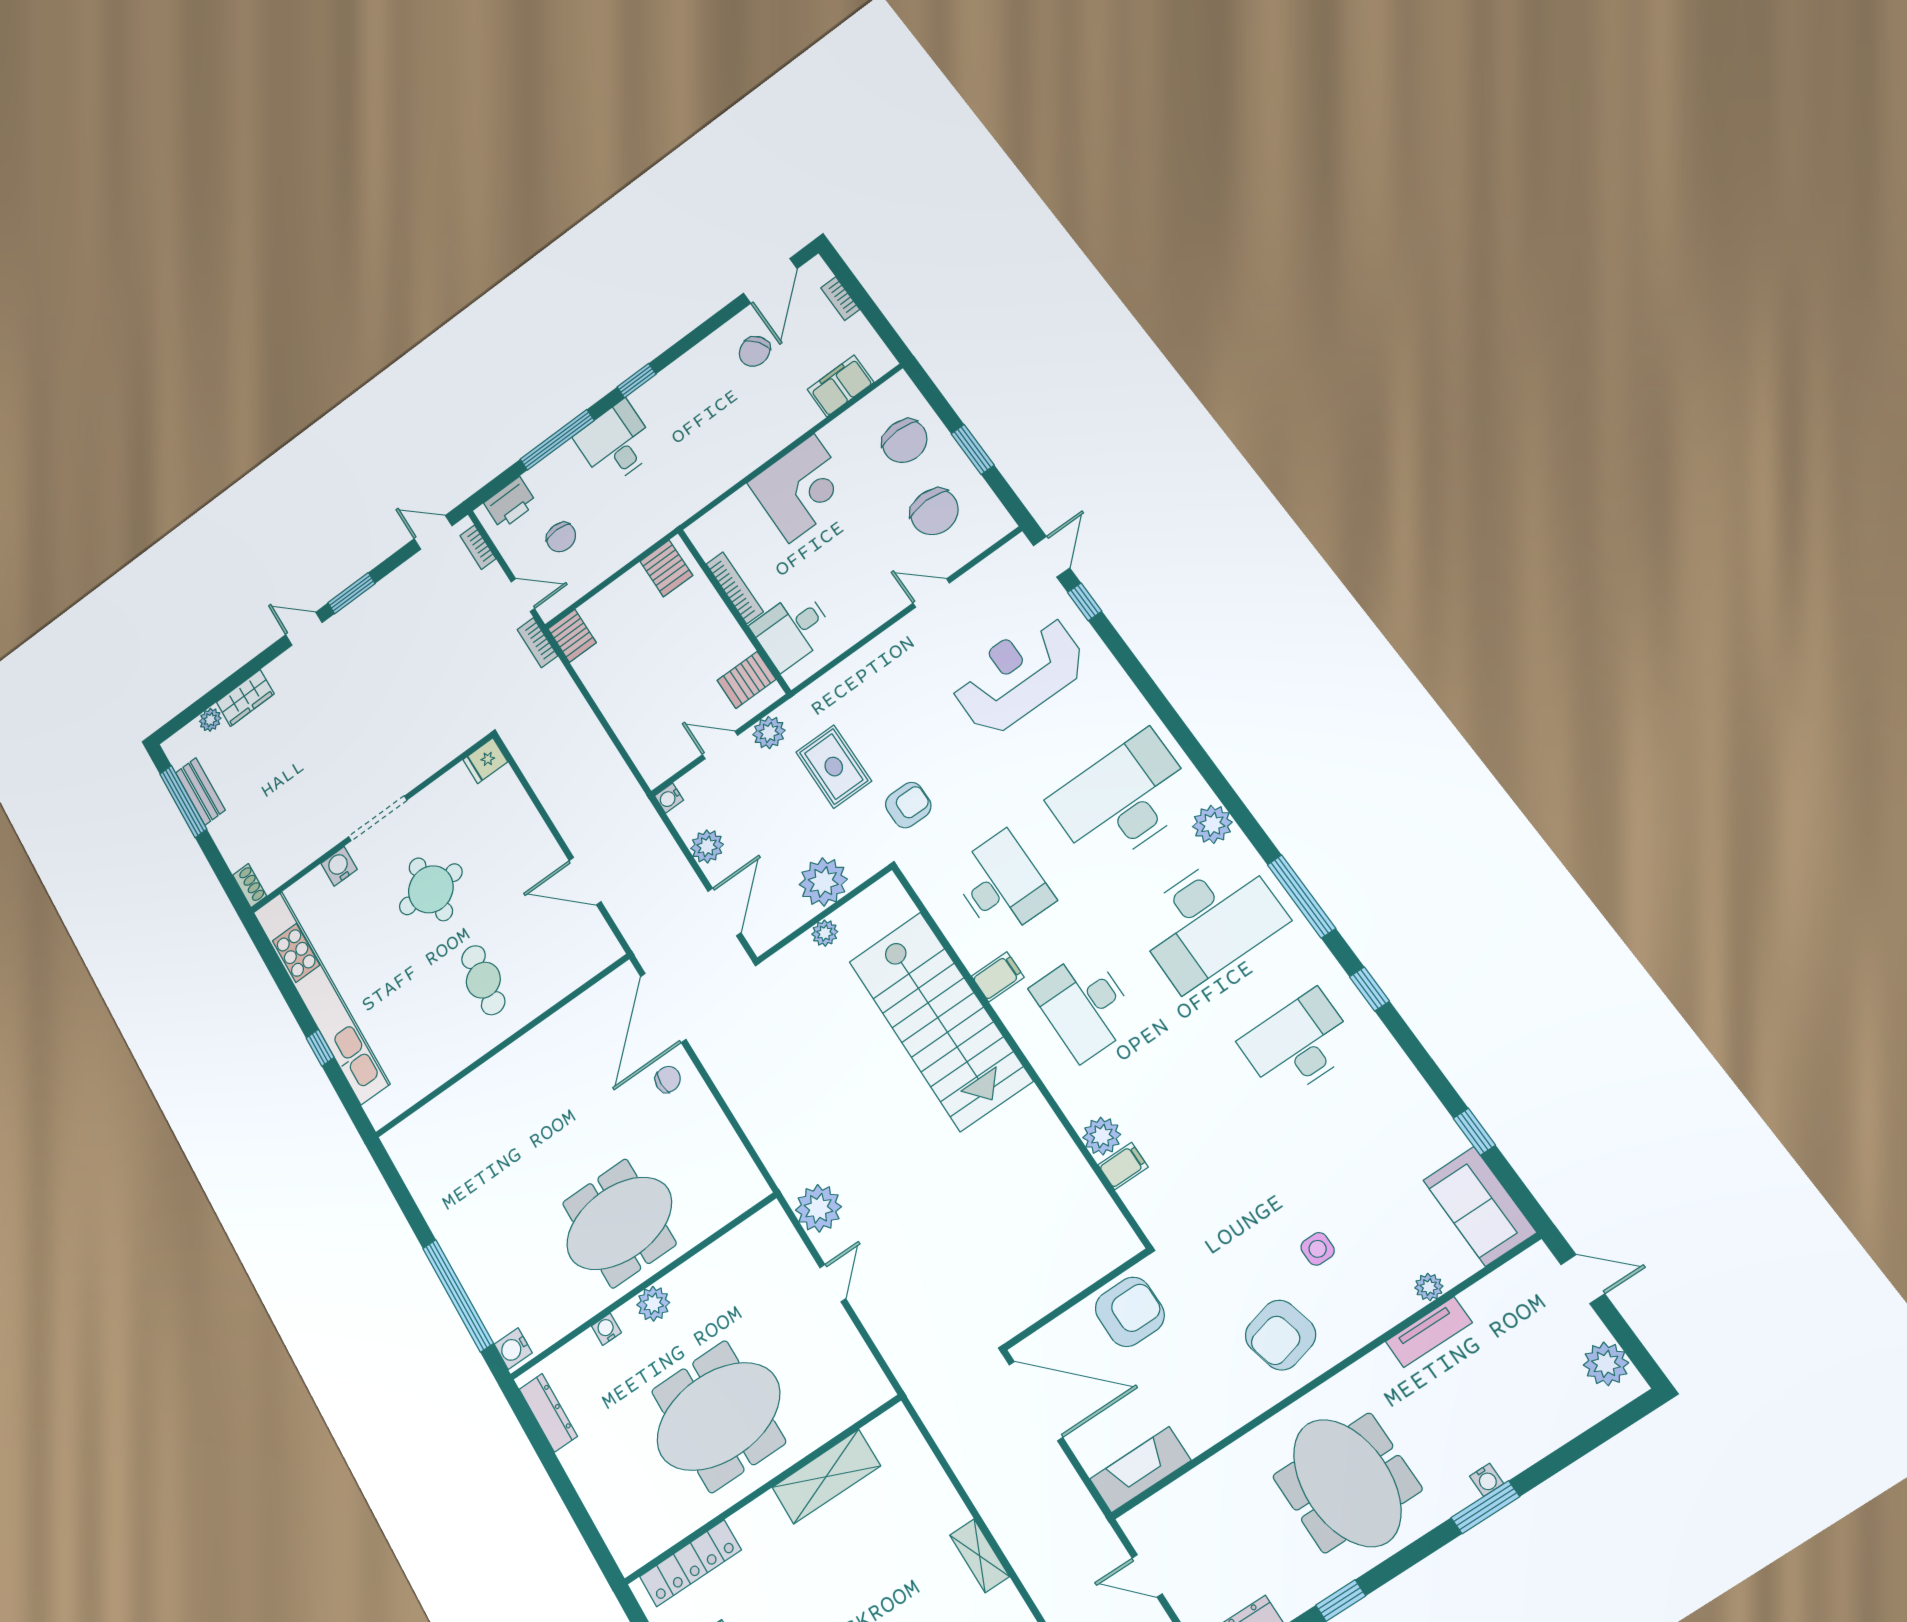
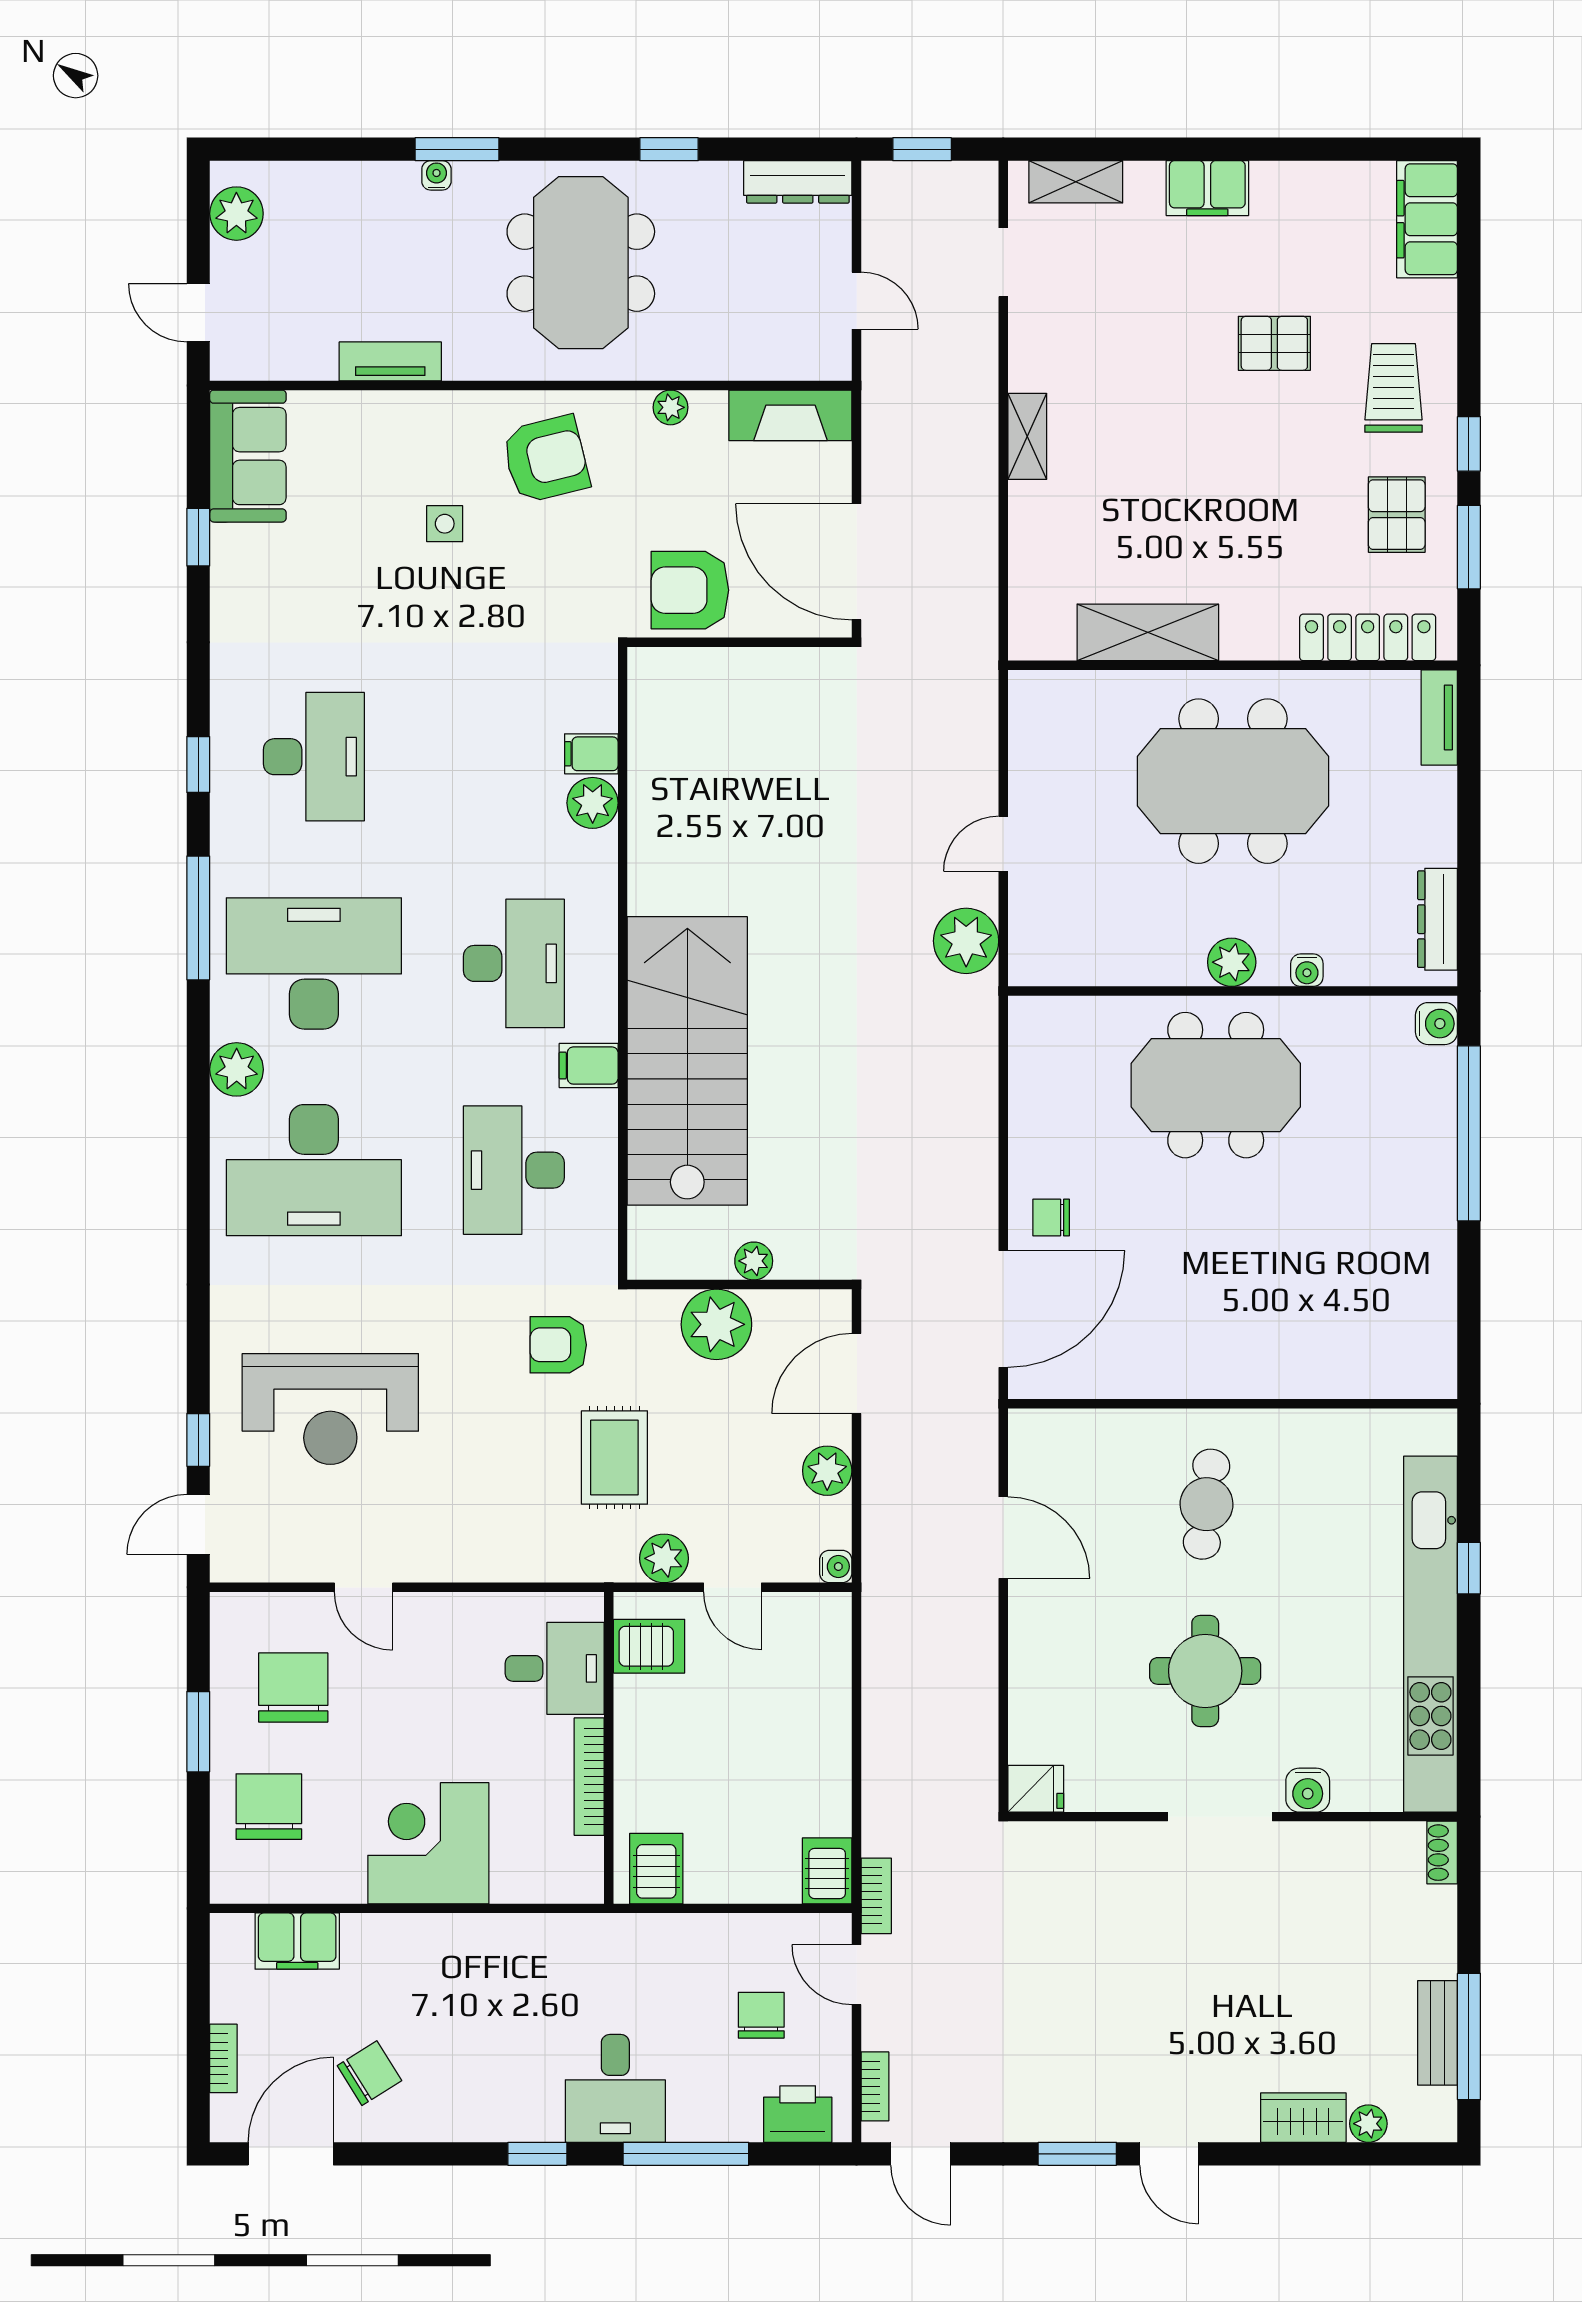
desk: (1298, 1044) -> (314, 757), turned -90
plant: (1429, 1287) -> (671, 407), moved
tv unit: (618, 1540) -> (1439, 717), added

